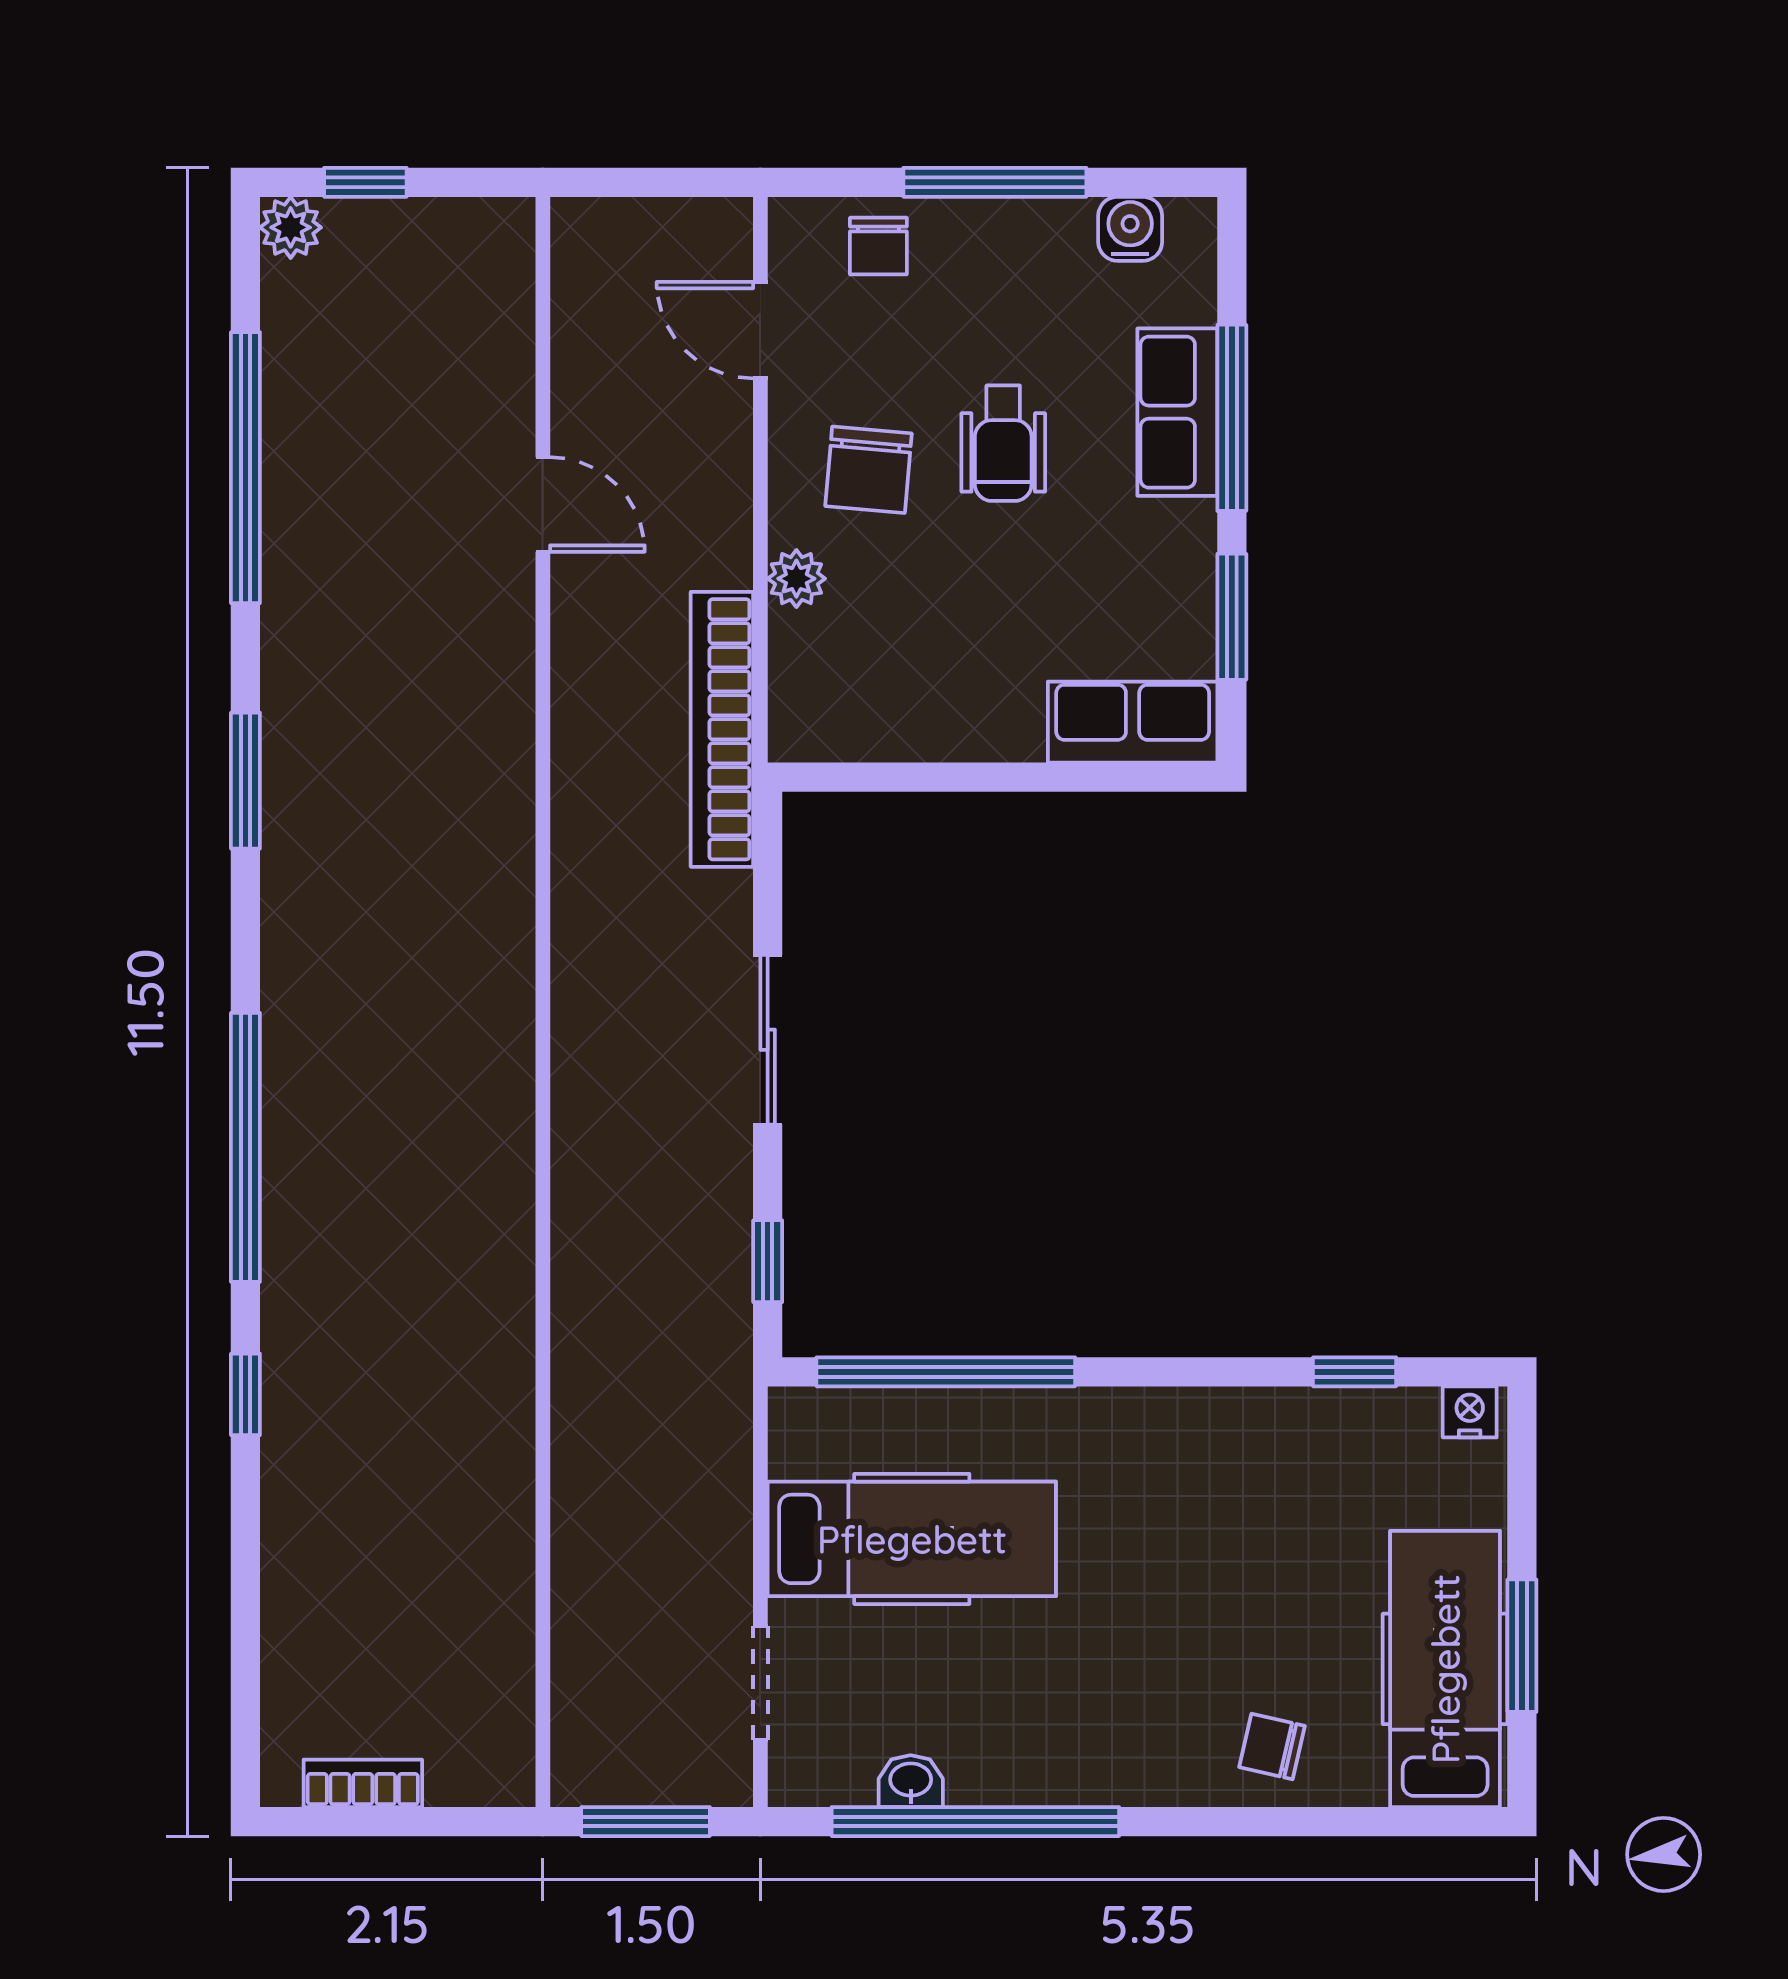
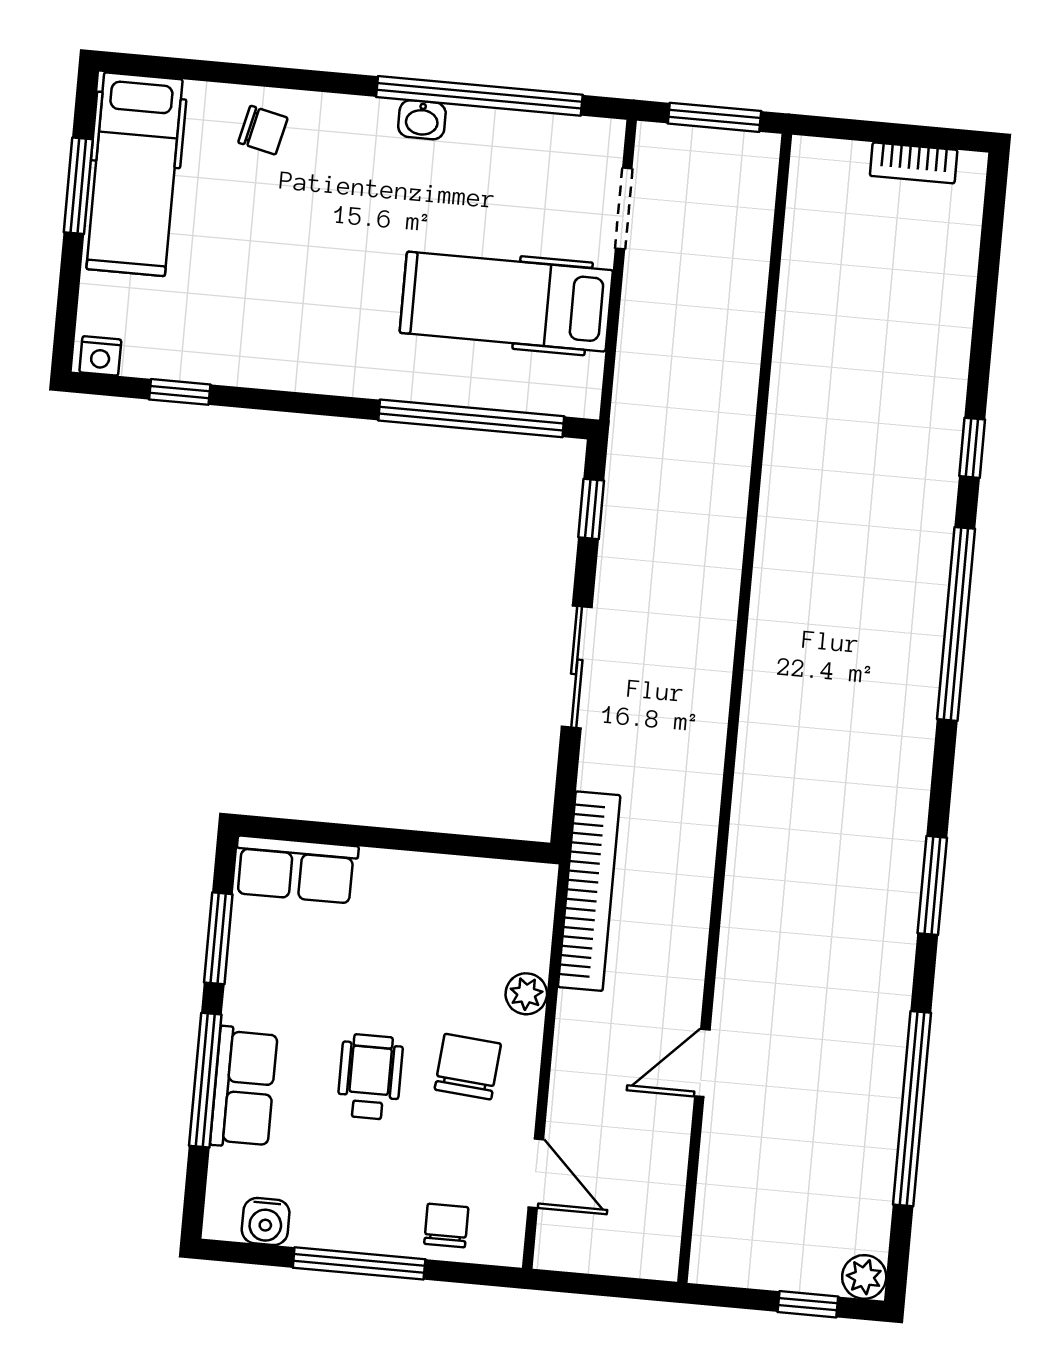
door: (543, 505) -> (702, 1063), hinge flipped
washbasin: (911, 1781) -> (422, 120), moved

